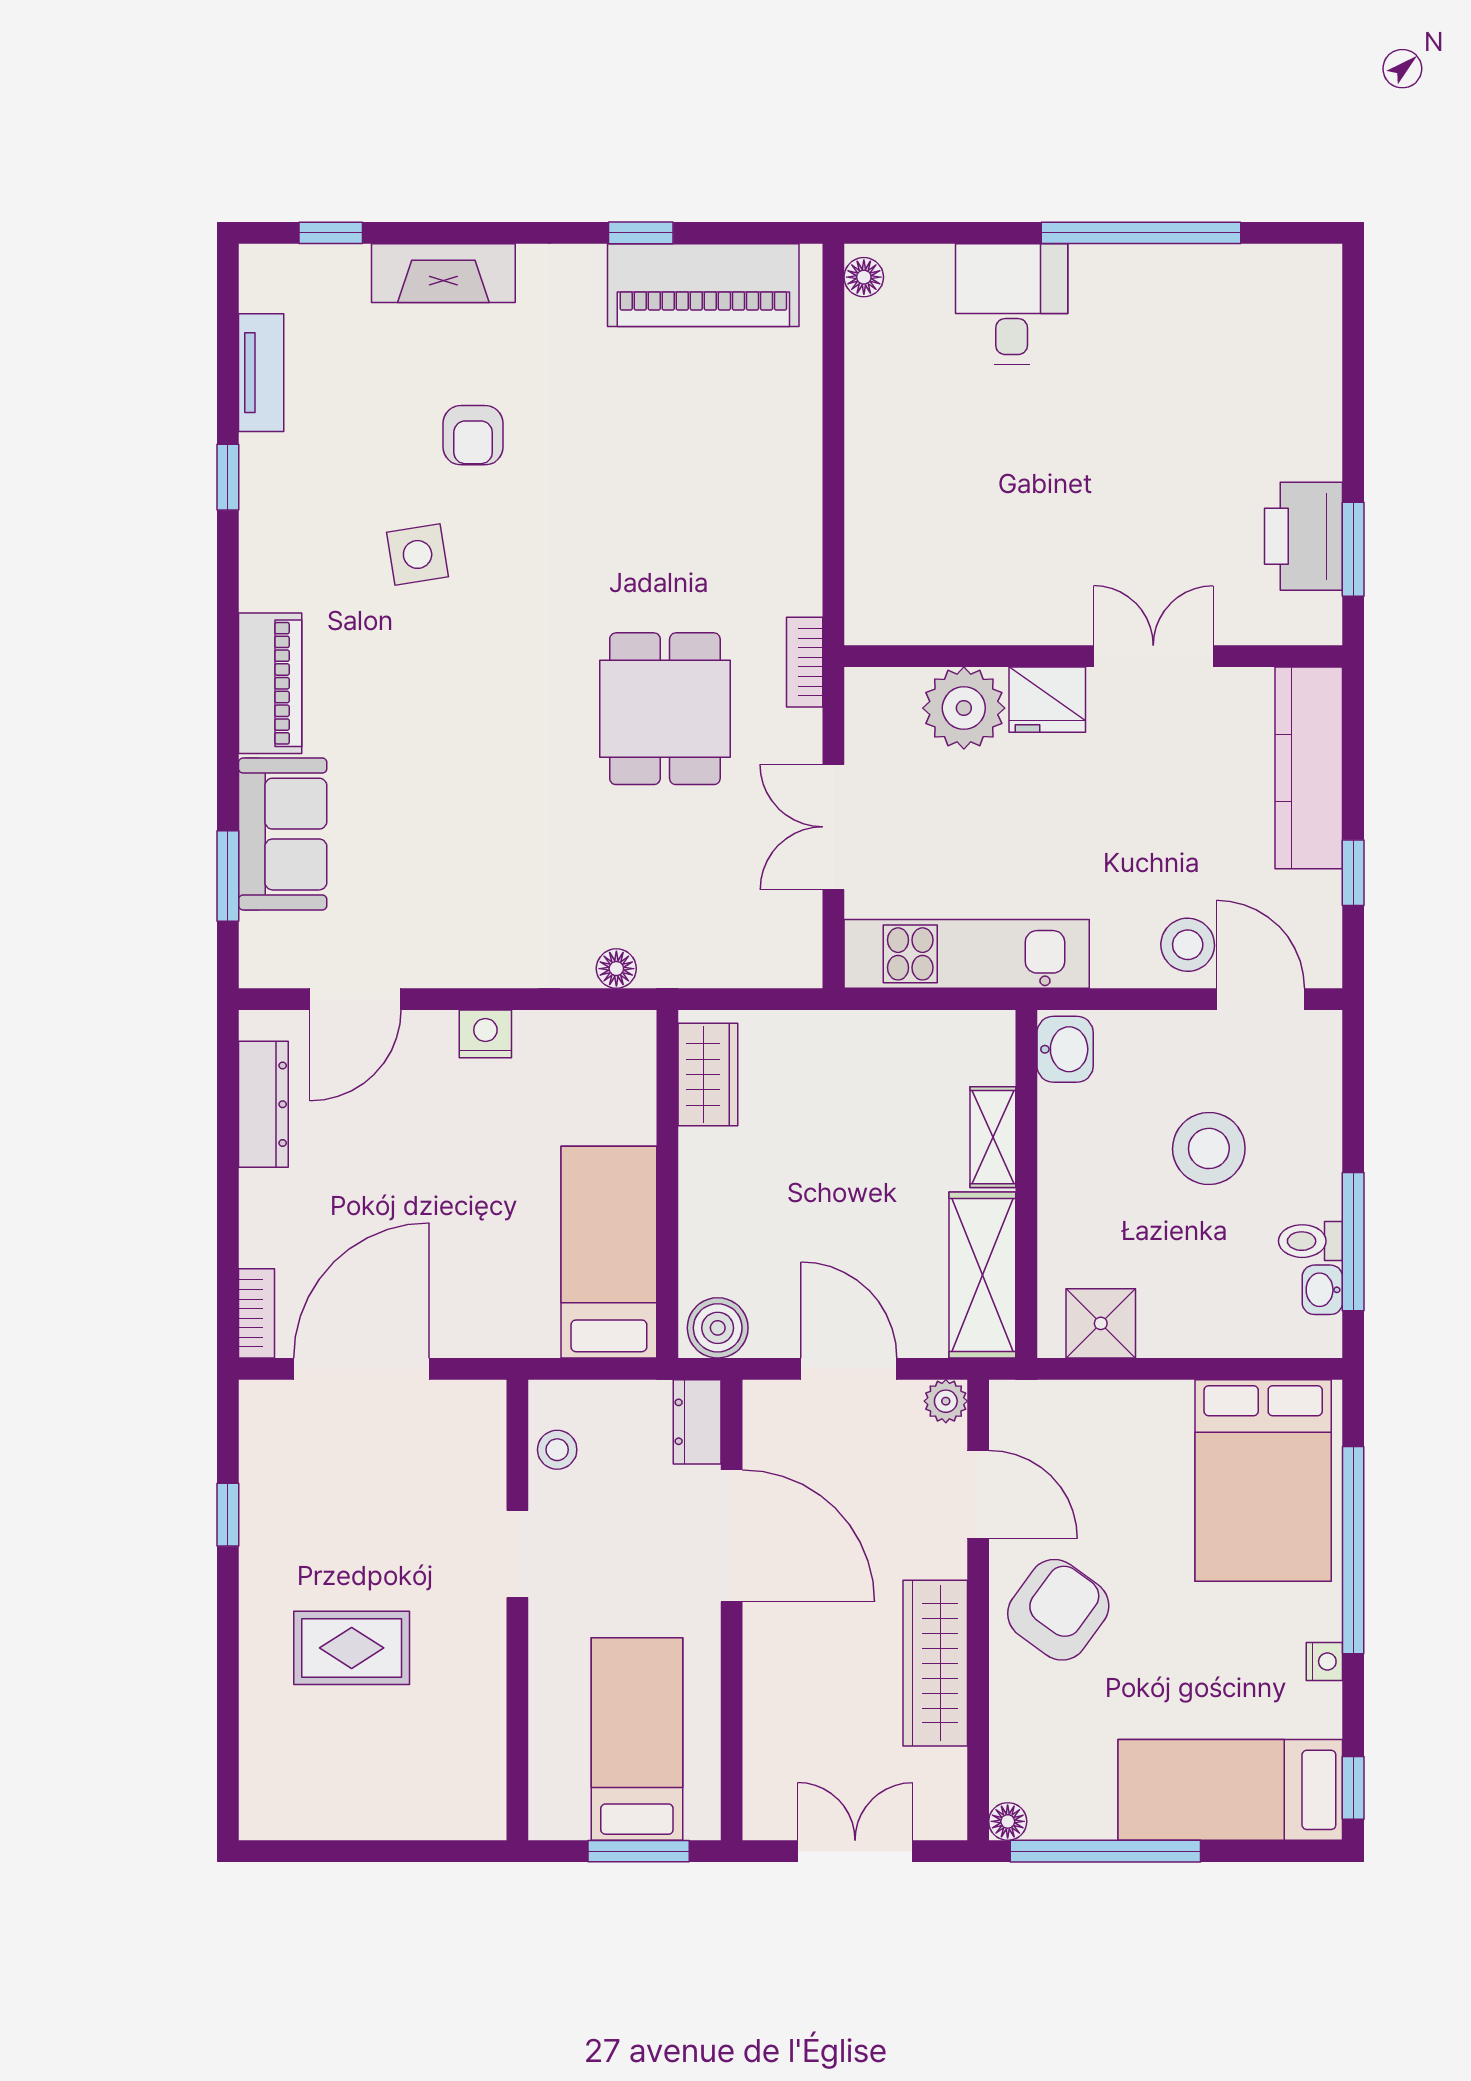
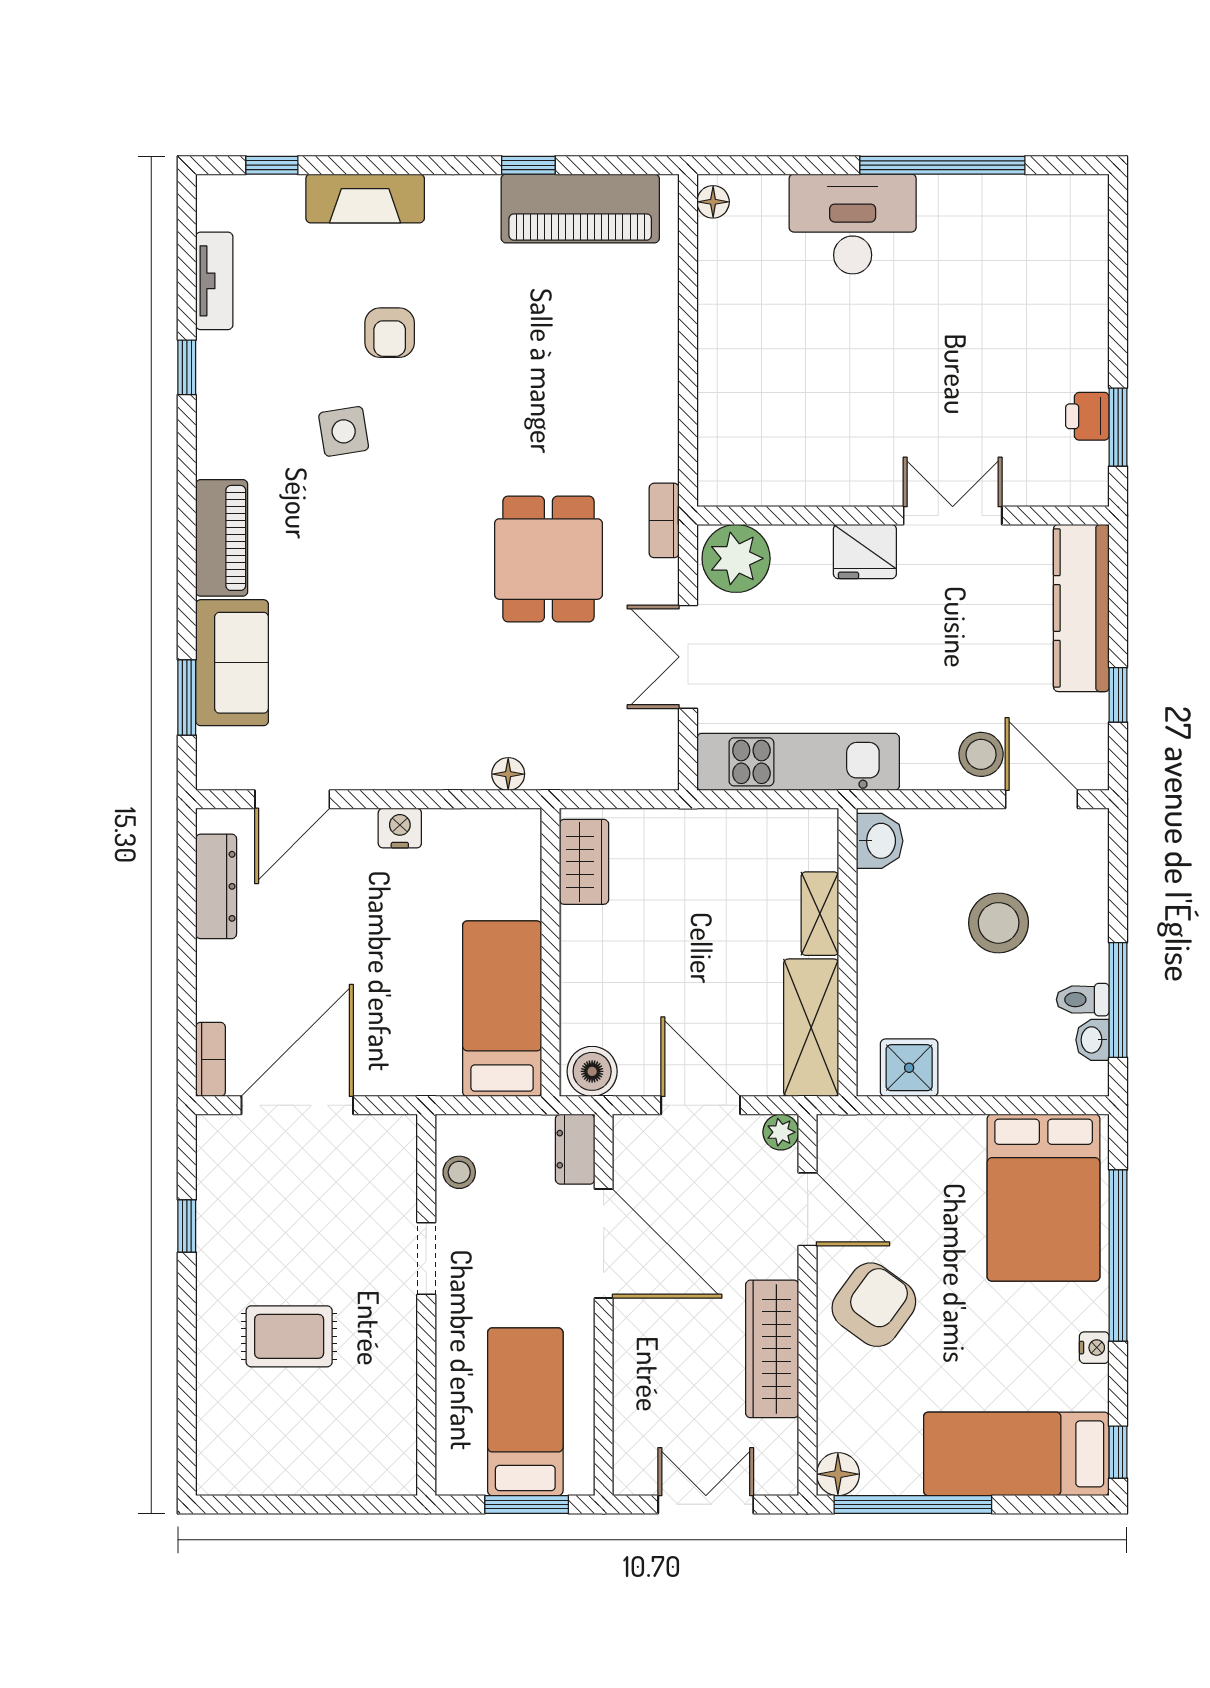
desk: (1012, 304) -> (853, 224), width x1.37
printer: (1304, 536) -> (1087, 416), width x0.53, depth x0.68
plant: (964, 708) -> (736, 558), moved
floor lamp: (1008, 1821) -> (838, 1474), width x1.37, depth x1.37

